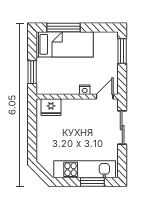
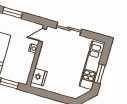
door: (105, 97) -> (43, 35), hinge flipped
window: (92, 182) -> (100, 74), moved

